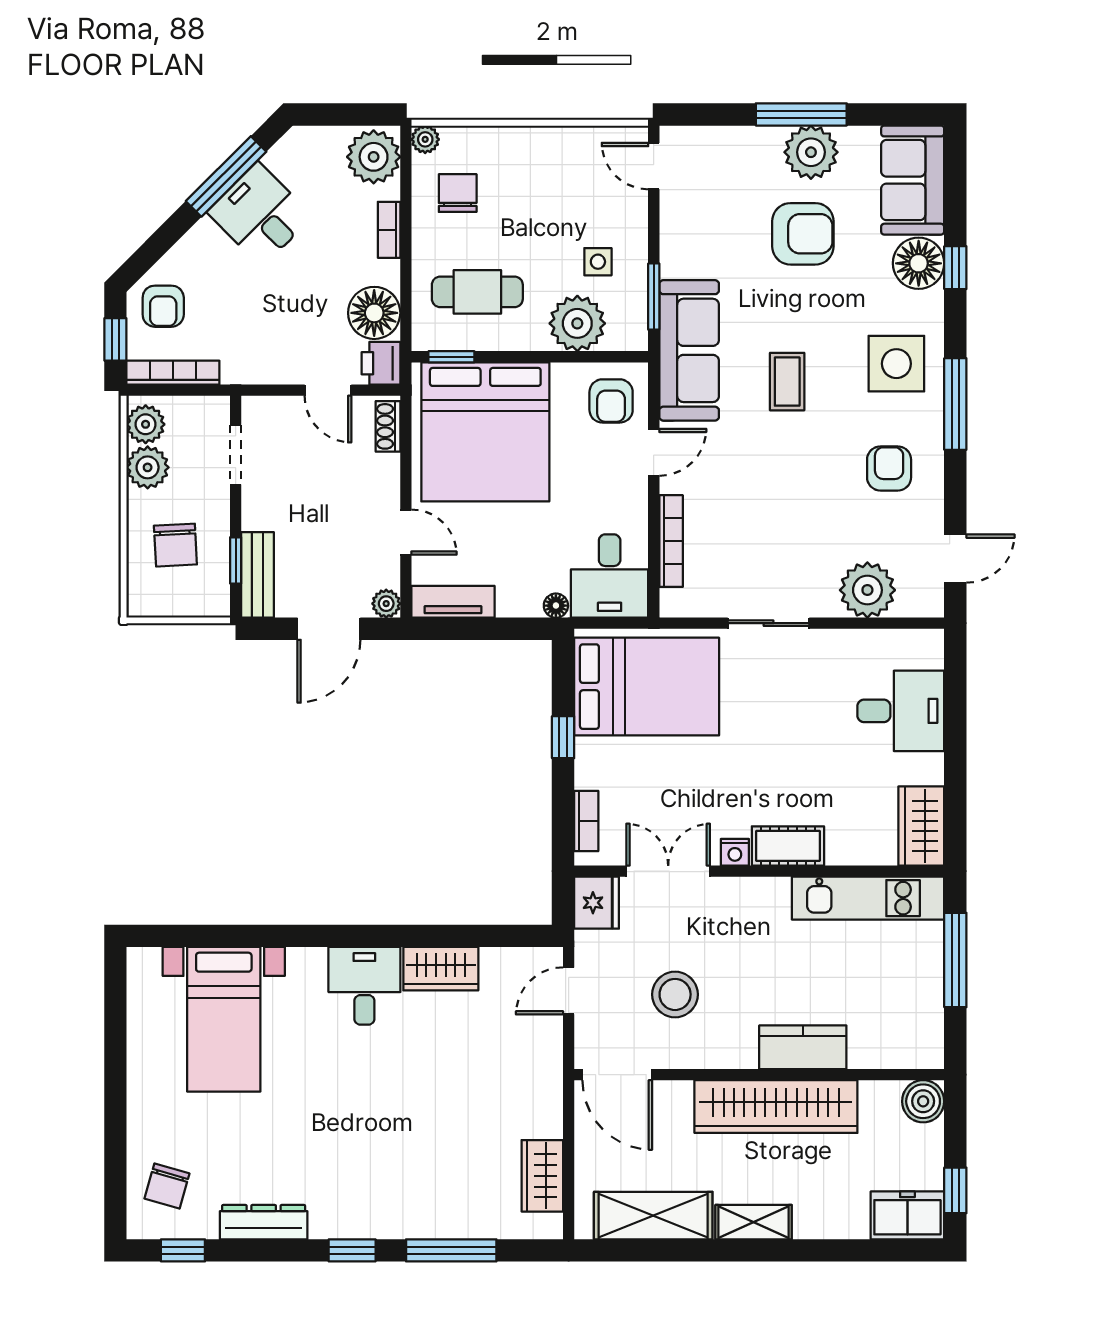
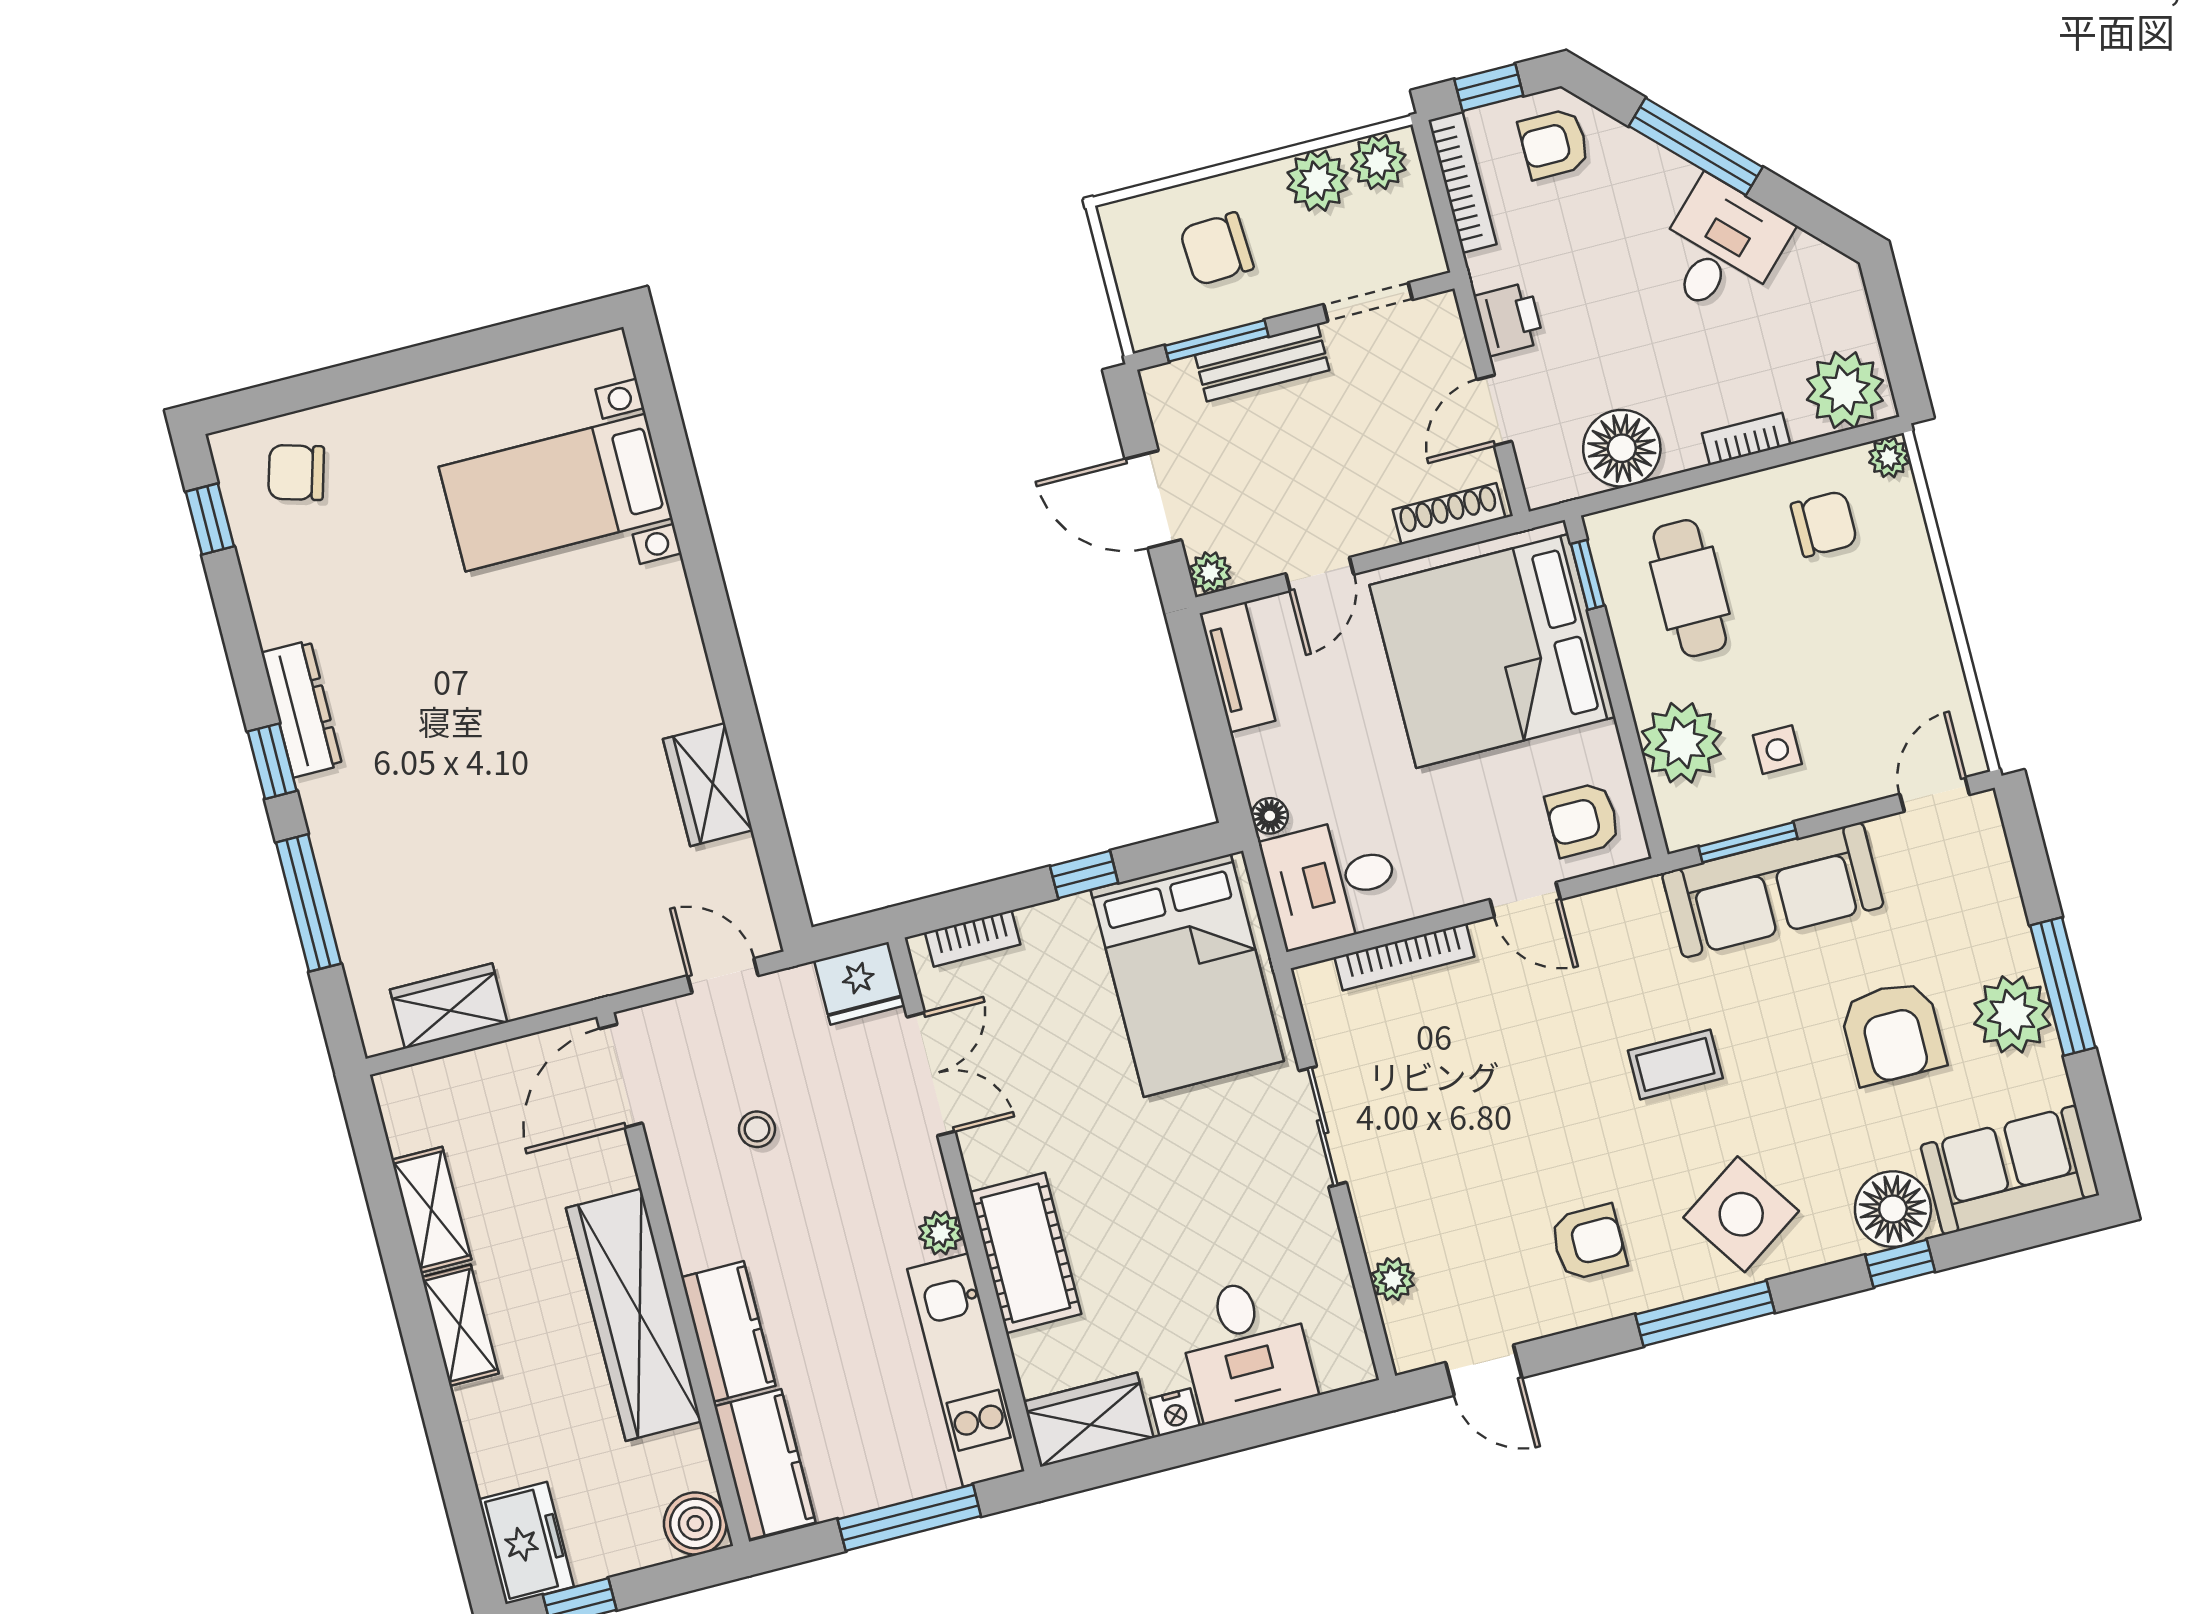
window: (226, 176) -> (1696, 147), moved
sofa: (689, 350) -> (1773, 890), moved
printer: (381, 363) -> (1509, 319), moved, turned 90
side table: (896, 364) -> (1741, 1214), turned -34
shoe rack: (388, 426) -> (1449, 514), width x1.43
window: (236, 560) -> (1217, 341), width x1.50
bench: (258, 575) -> (1262, 363), moved
plant: (867, 590) -> (1393, 1279), width x0.53, depth x0.53
cot: (788, 846) -> (1026, 1253), width x1.37, depth x1.34
nightstand: (735, 852) -> (1175, 1412), moved, turned -90
plant: (774, 892) -> (940, 1233), added
desk: (364, 986) -> (655, 681), removed
stool: (675, 994) -> (757, 1129), width x0.53, depth x0.53
kitchen counter: (896, 1046) -> (765, 1464), added
shelving: (653, 1216) -> (431, 1210), width x0.67, depth x0.75
dresser: (264, 1222) -> (302, 709), moved

